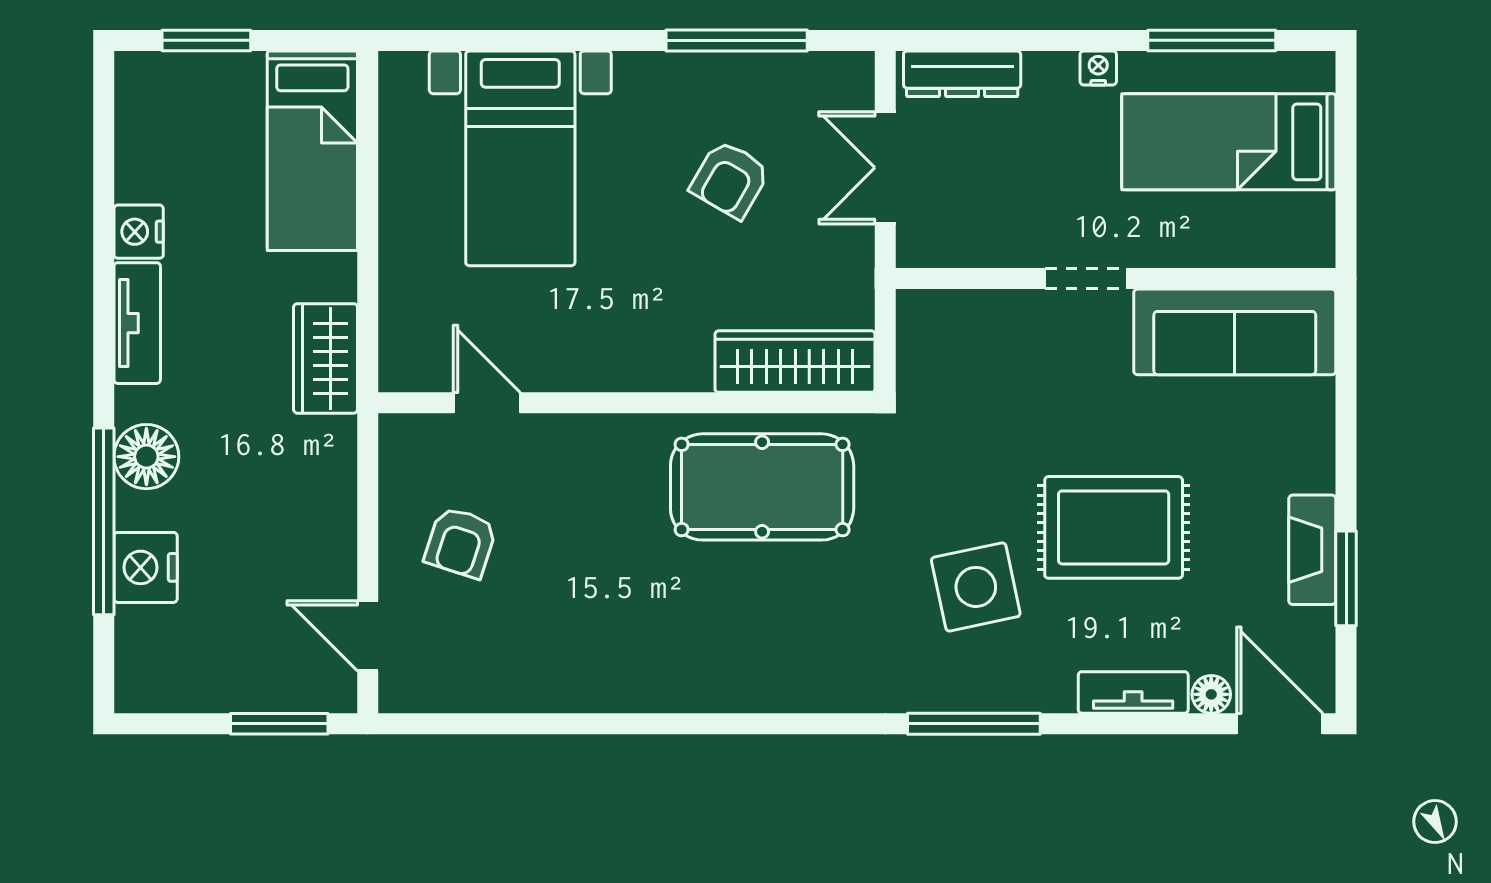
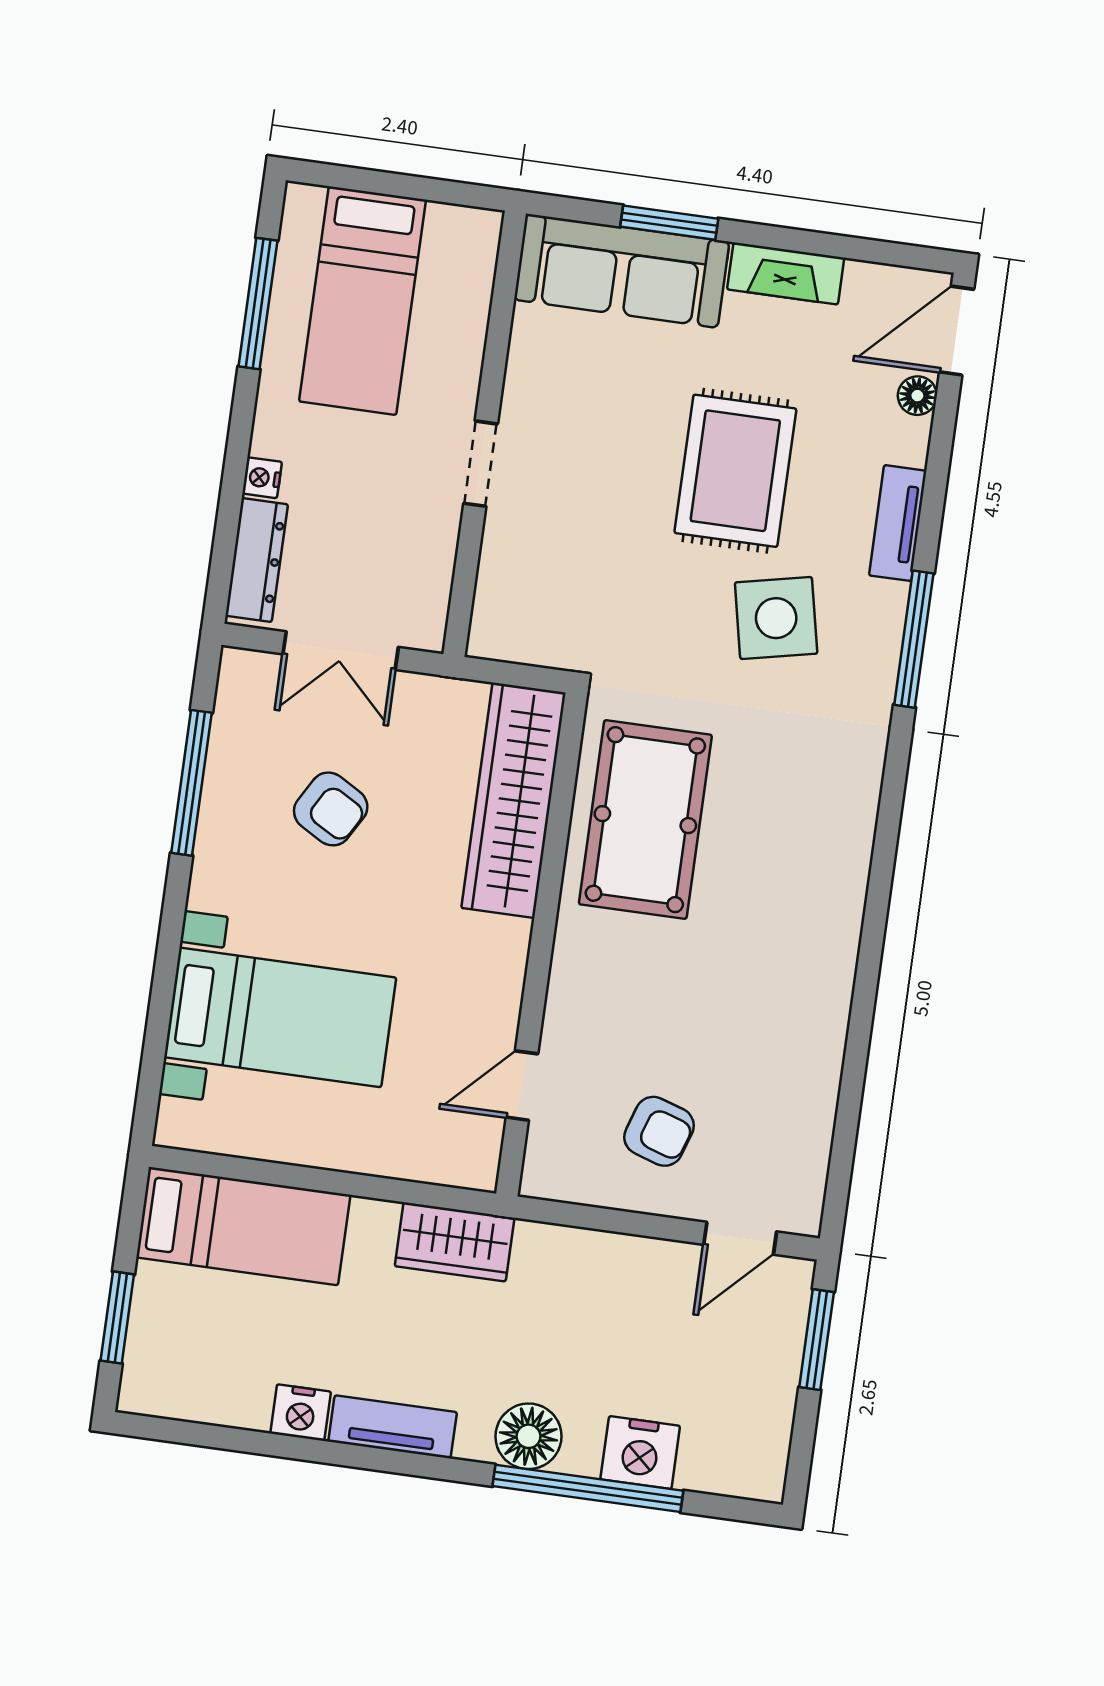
nightstand: (1098, 68) -> (262, 478), moved
sofa: (1235, 332) -> (622, 271), moved, turned 90
wardrobe: (795, 362) -> (514, 800), width x1.40, depth x1.17
window: (1346, 578) -> (669, 223), moved
tv unit: (1133, 692) -> (898, 523), moved

